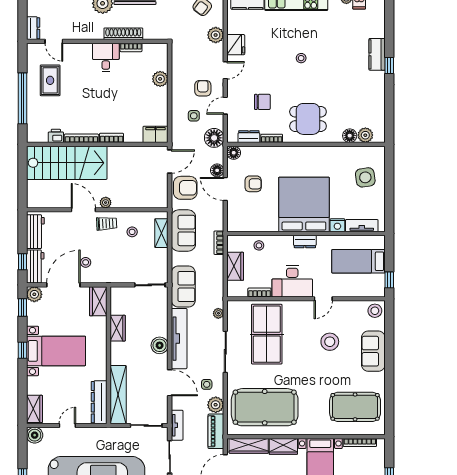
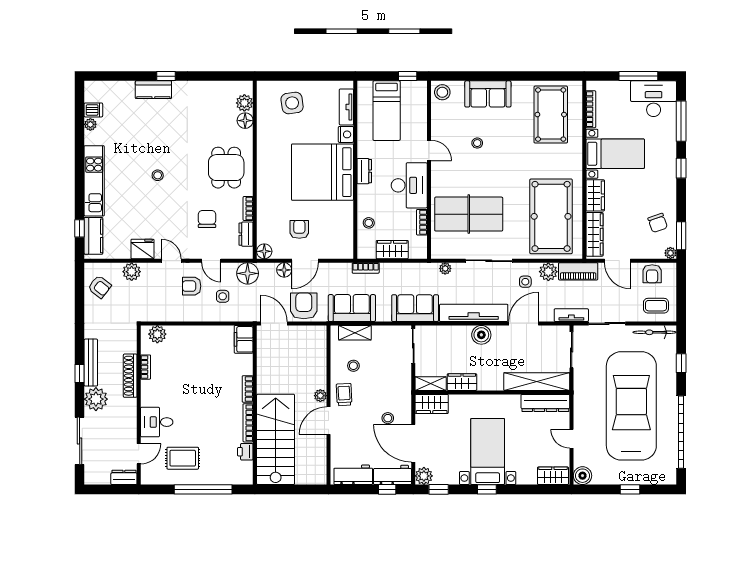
desk: (106, 57) -> (157, 422), moved
plant: (160, 79) -> (157, 334), moved
shelving: (116, 300) -> (431, 384), added
stool: (330, 342) -> (477, 143), width x0.53, depth x0.53

